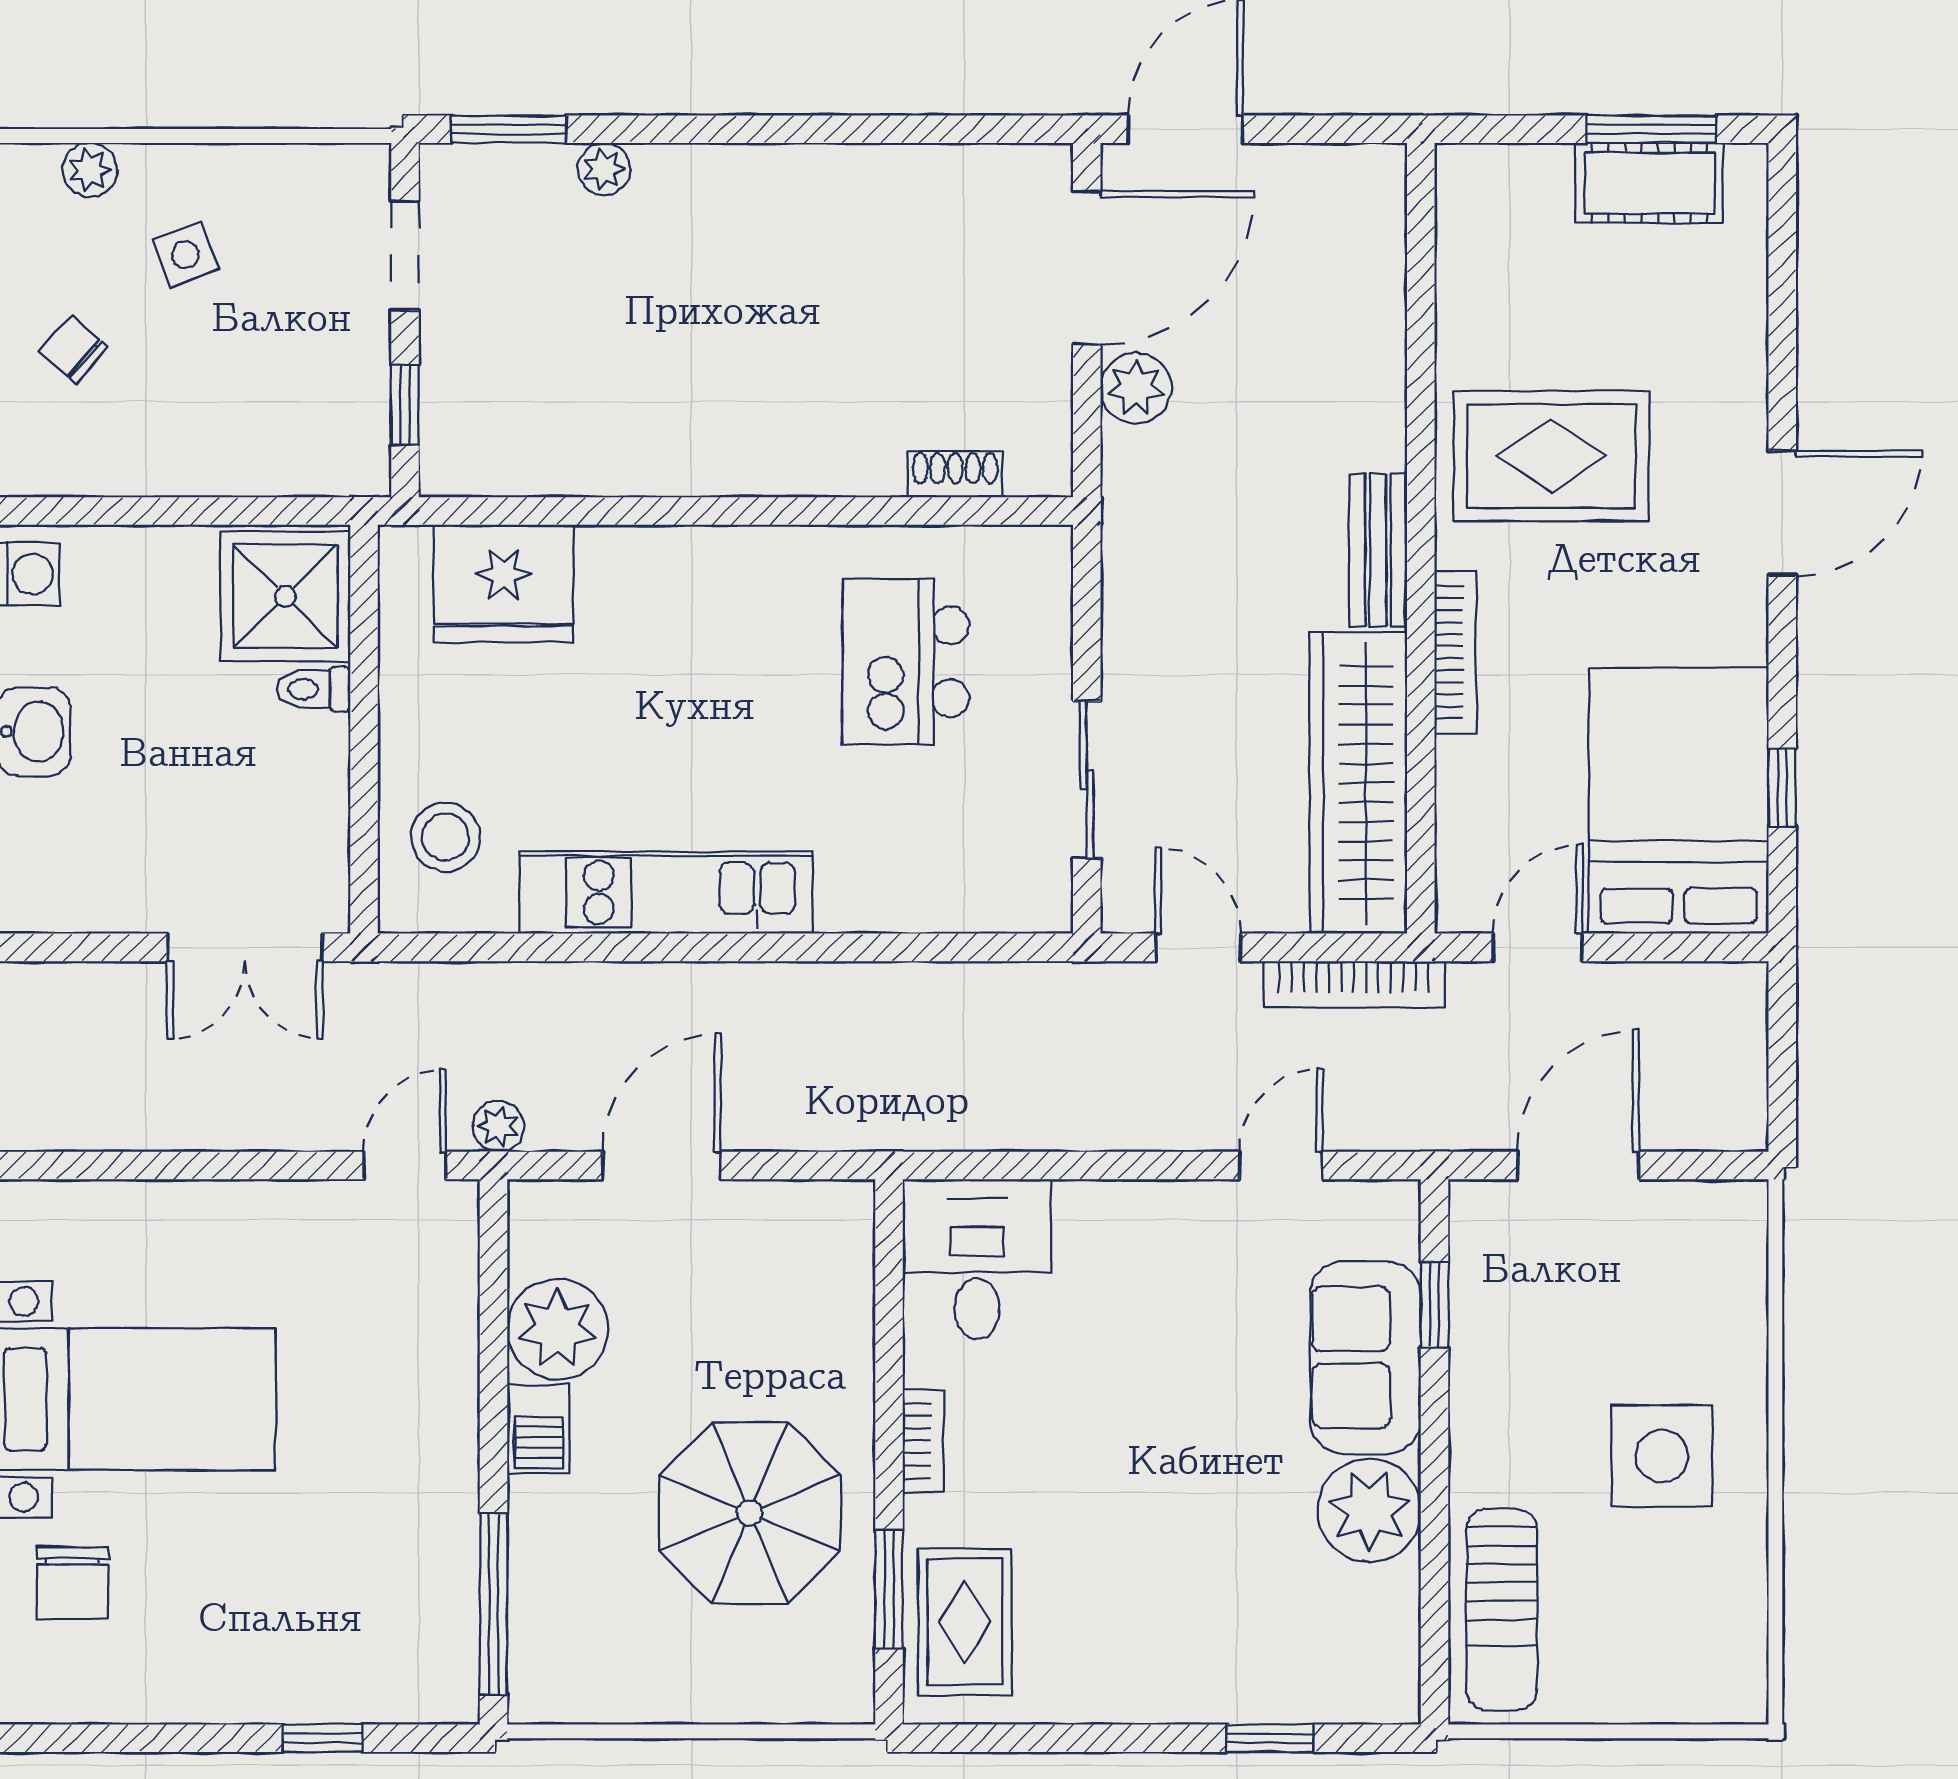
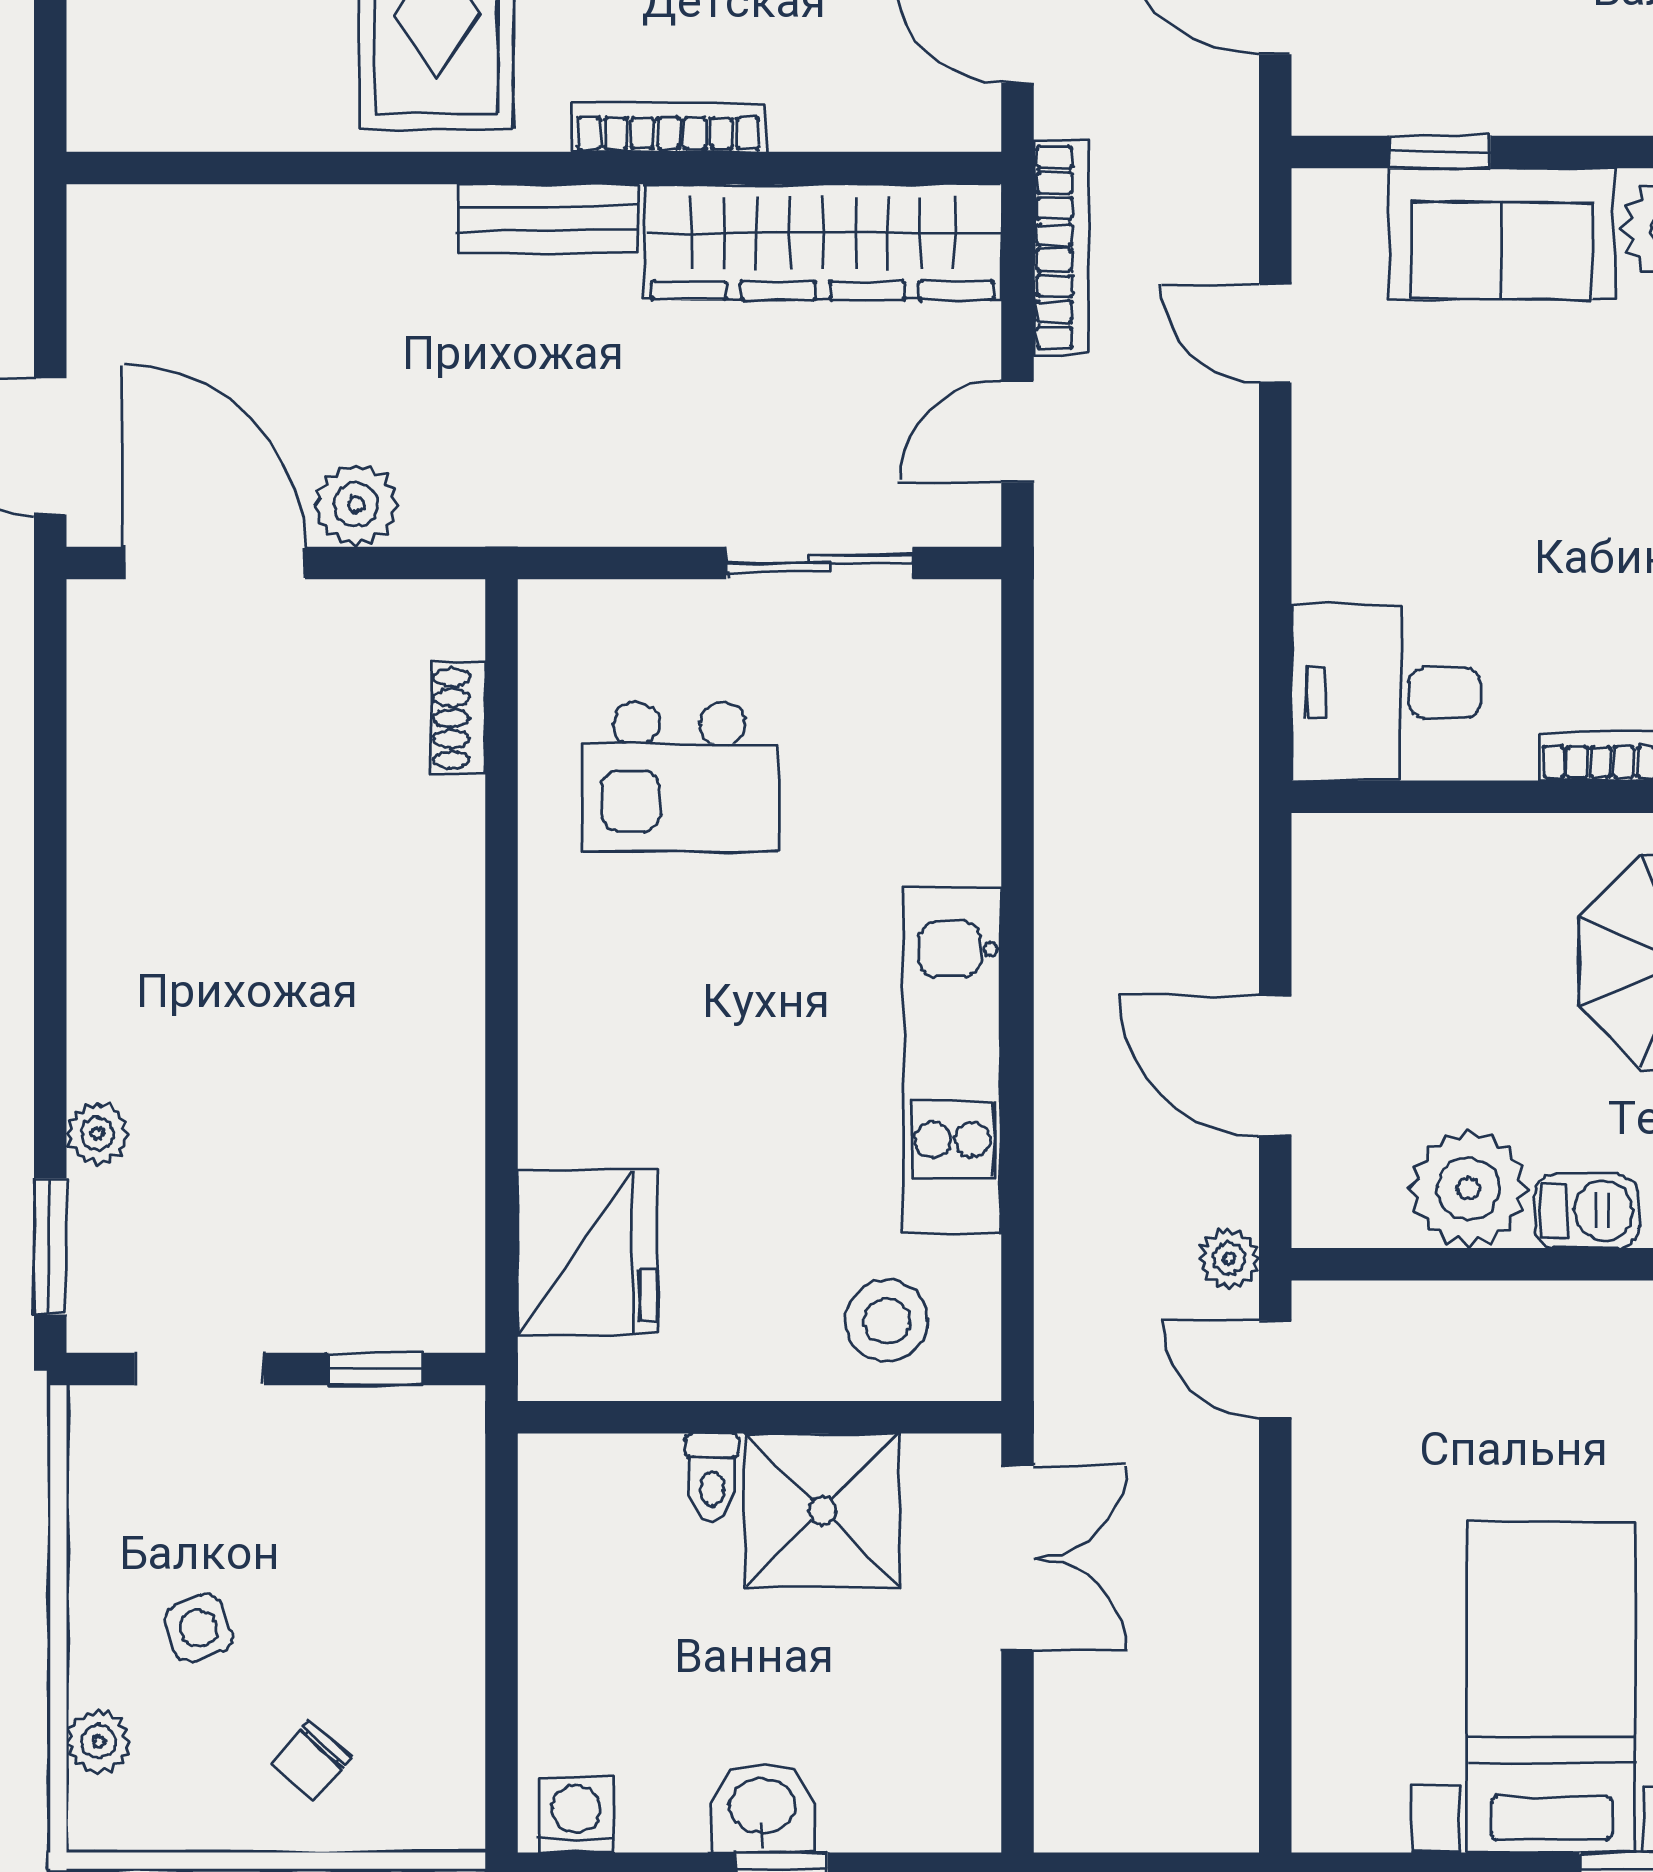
shower: (285, 596) -> (822, 1510), moved

